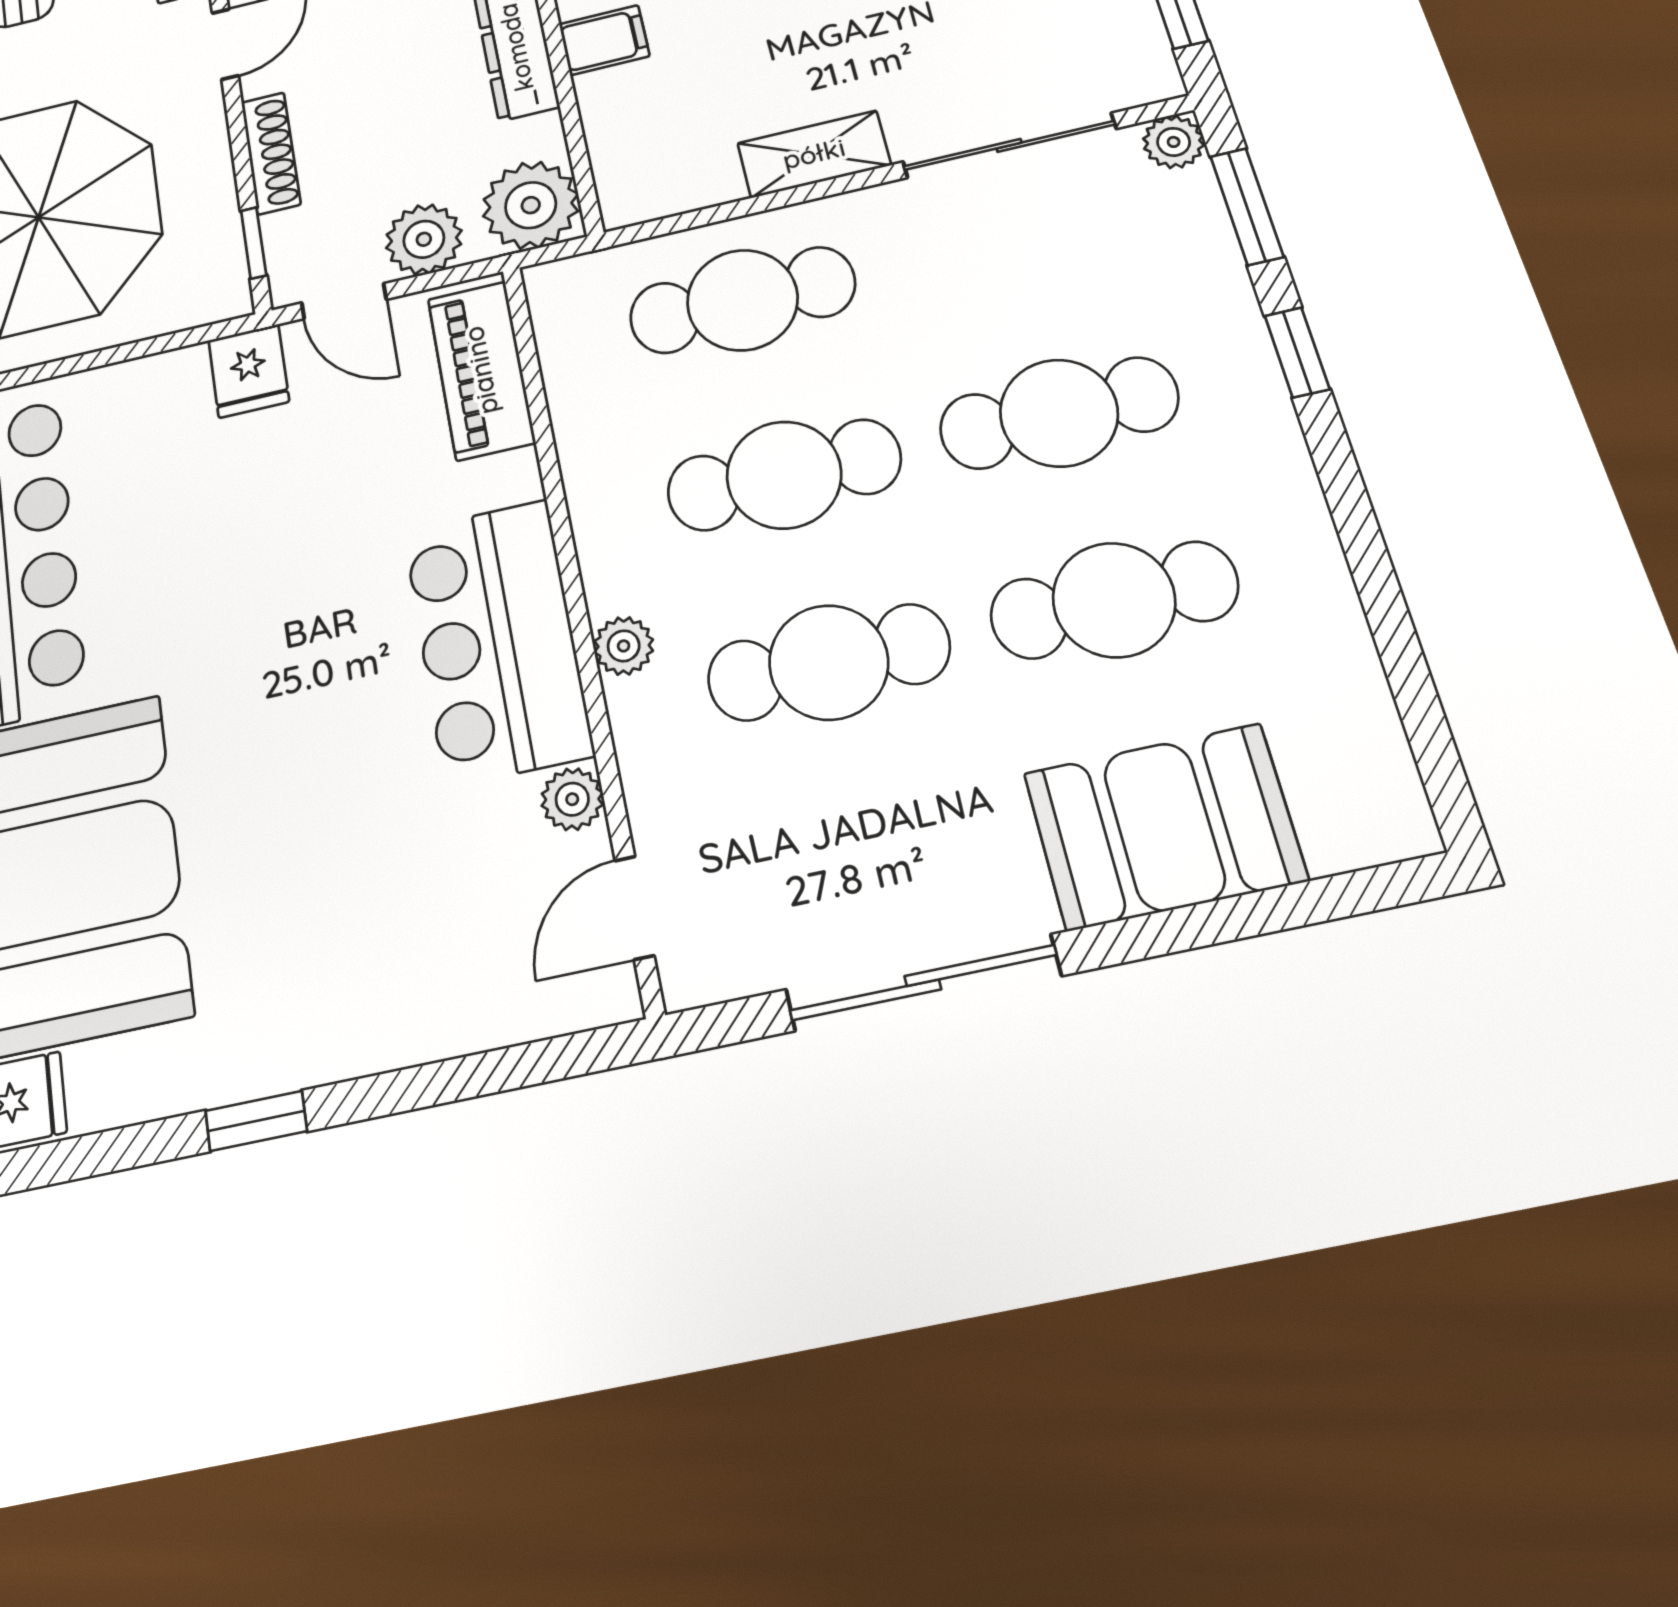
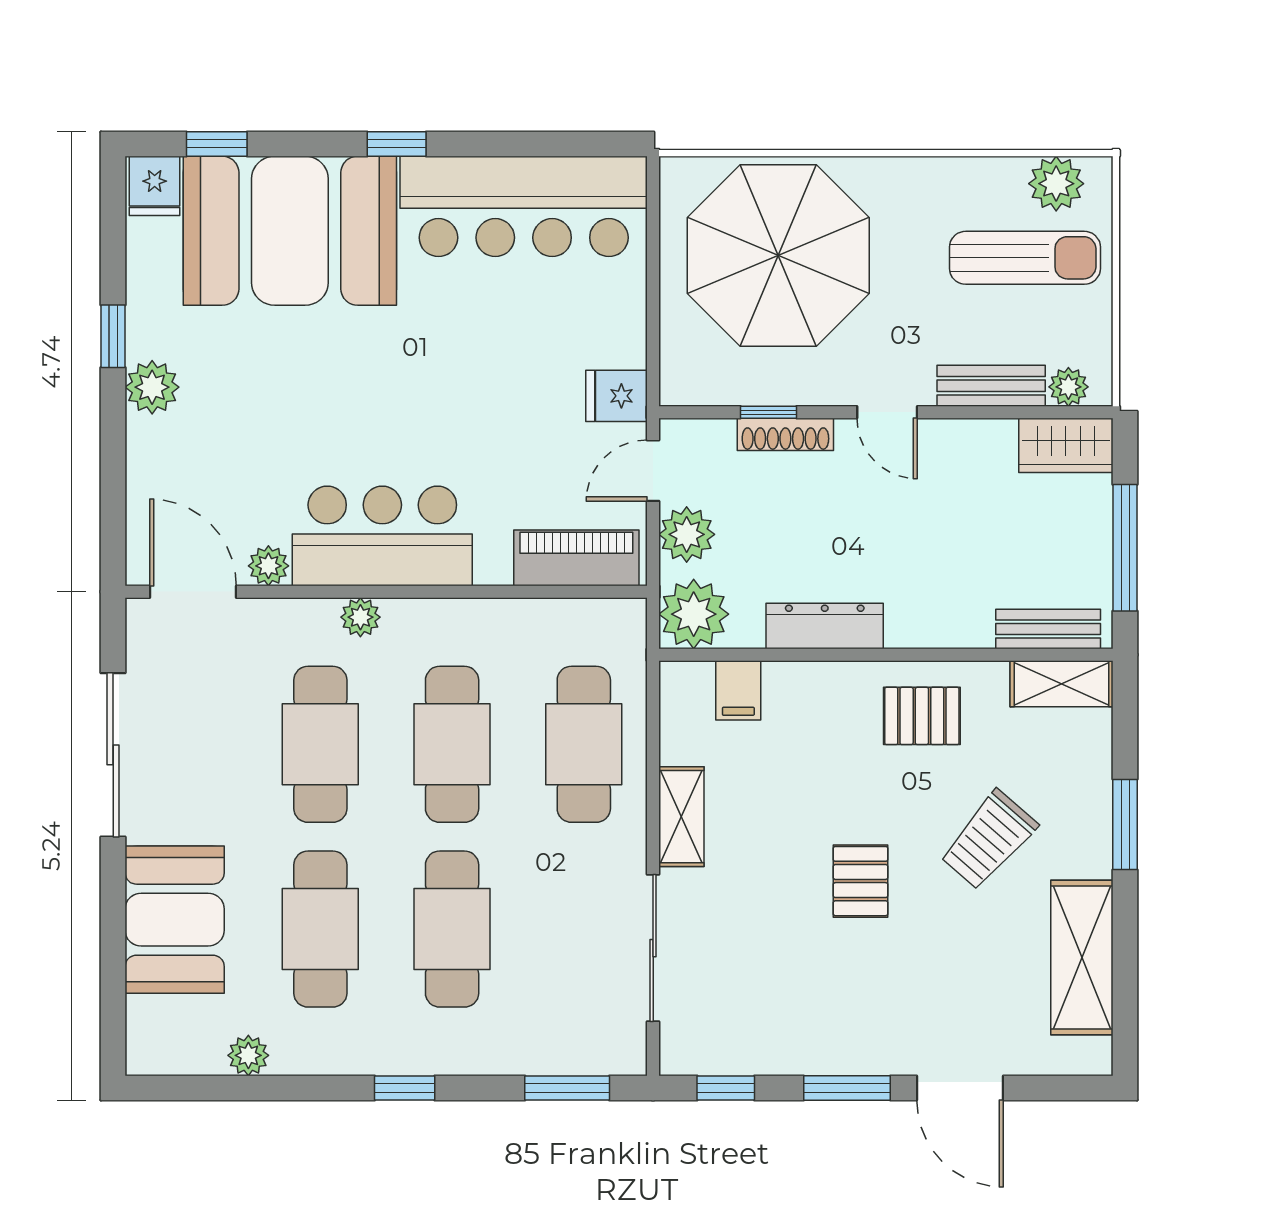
filing cabinet: (604, 40) -> (738, 690), moved
plant: (1174, 142) -> (248, 1055), moved
window: (254, 243) -> (768, 412), moved
window: (1297, 352) -> (405, 1088), moved
door: (634, 908) -> (193, 592), width x1.37
plant: (327, 1040) -> (152, 387), added

